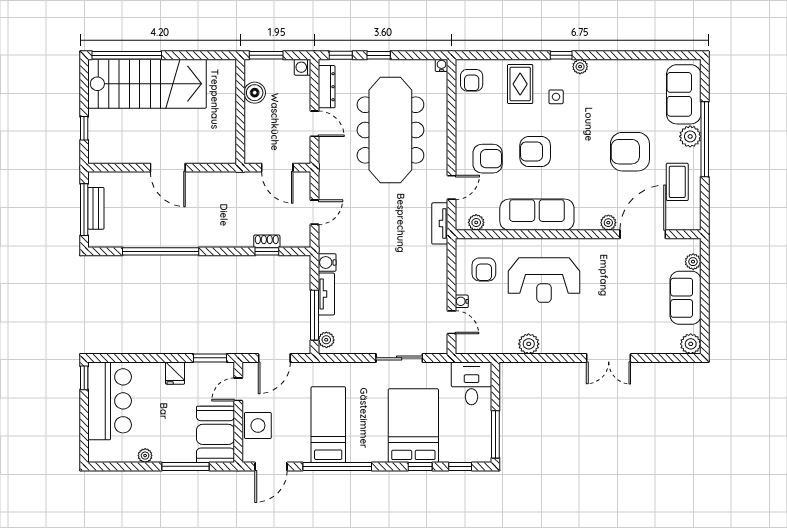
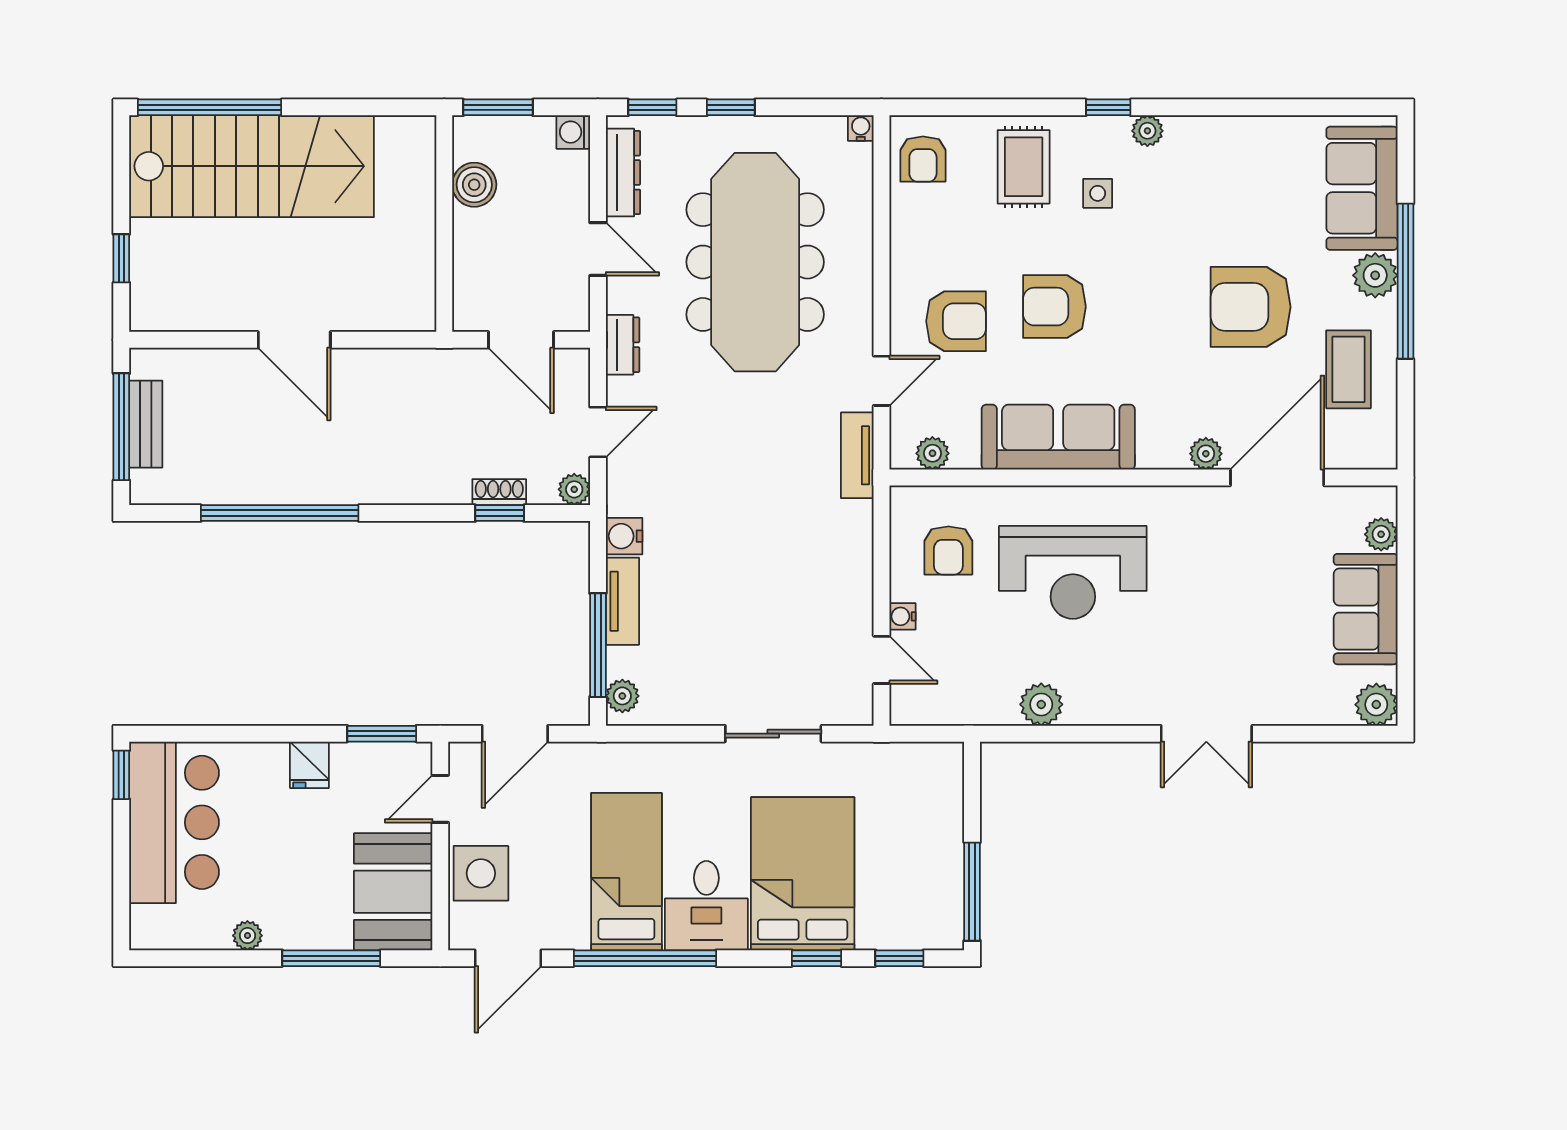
dresser: (326, 170) -> (623, 345), added
plant: (303, 240) -> (574, 489), added
desk: (472, 383) -> (706, 906), moved, turned 180

